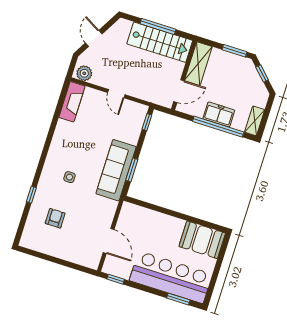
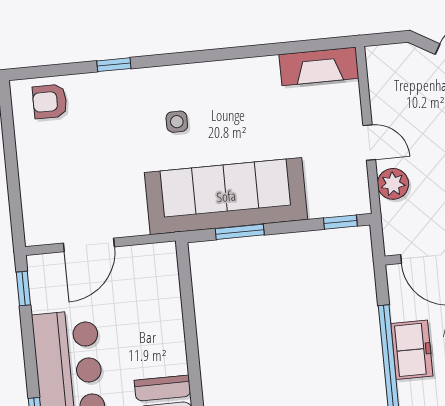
plant: (84, 73) -> (393, 184), moved
door: (116, 94) -> (369, 143), swing flipped
sofa: (116, 170) -> (226, 196), width x1.36, depth x1.27
armchair: (55, 218) -> (50, 101), moved, turned 180

